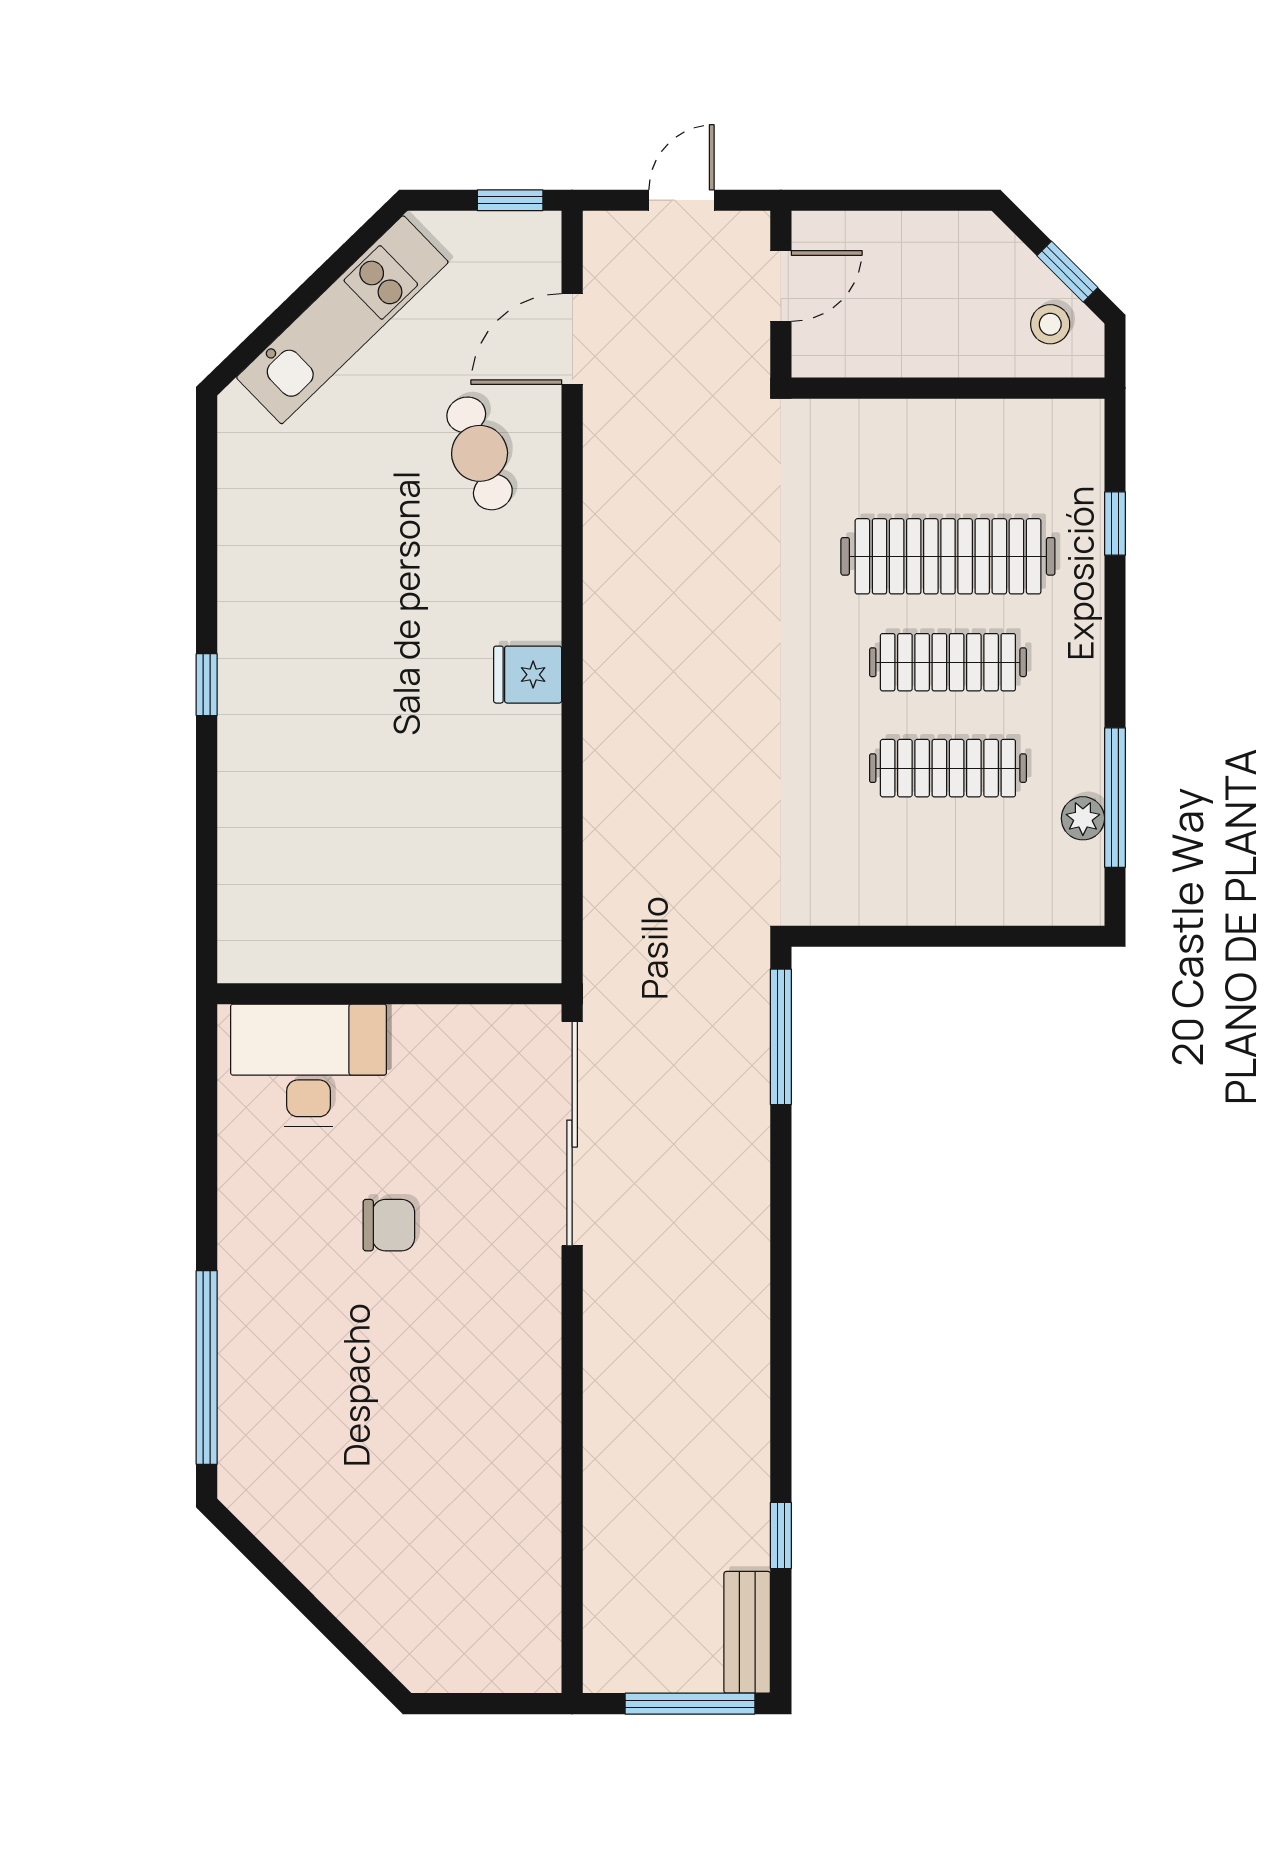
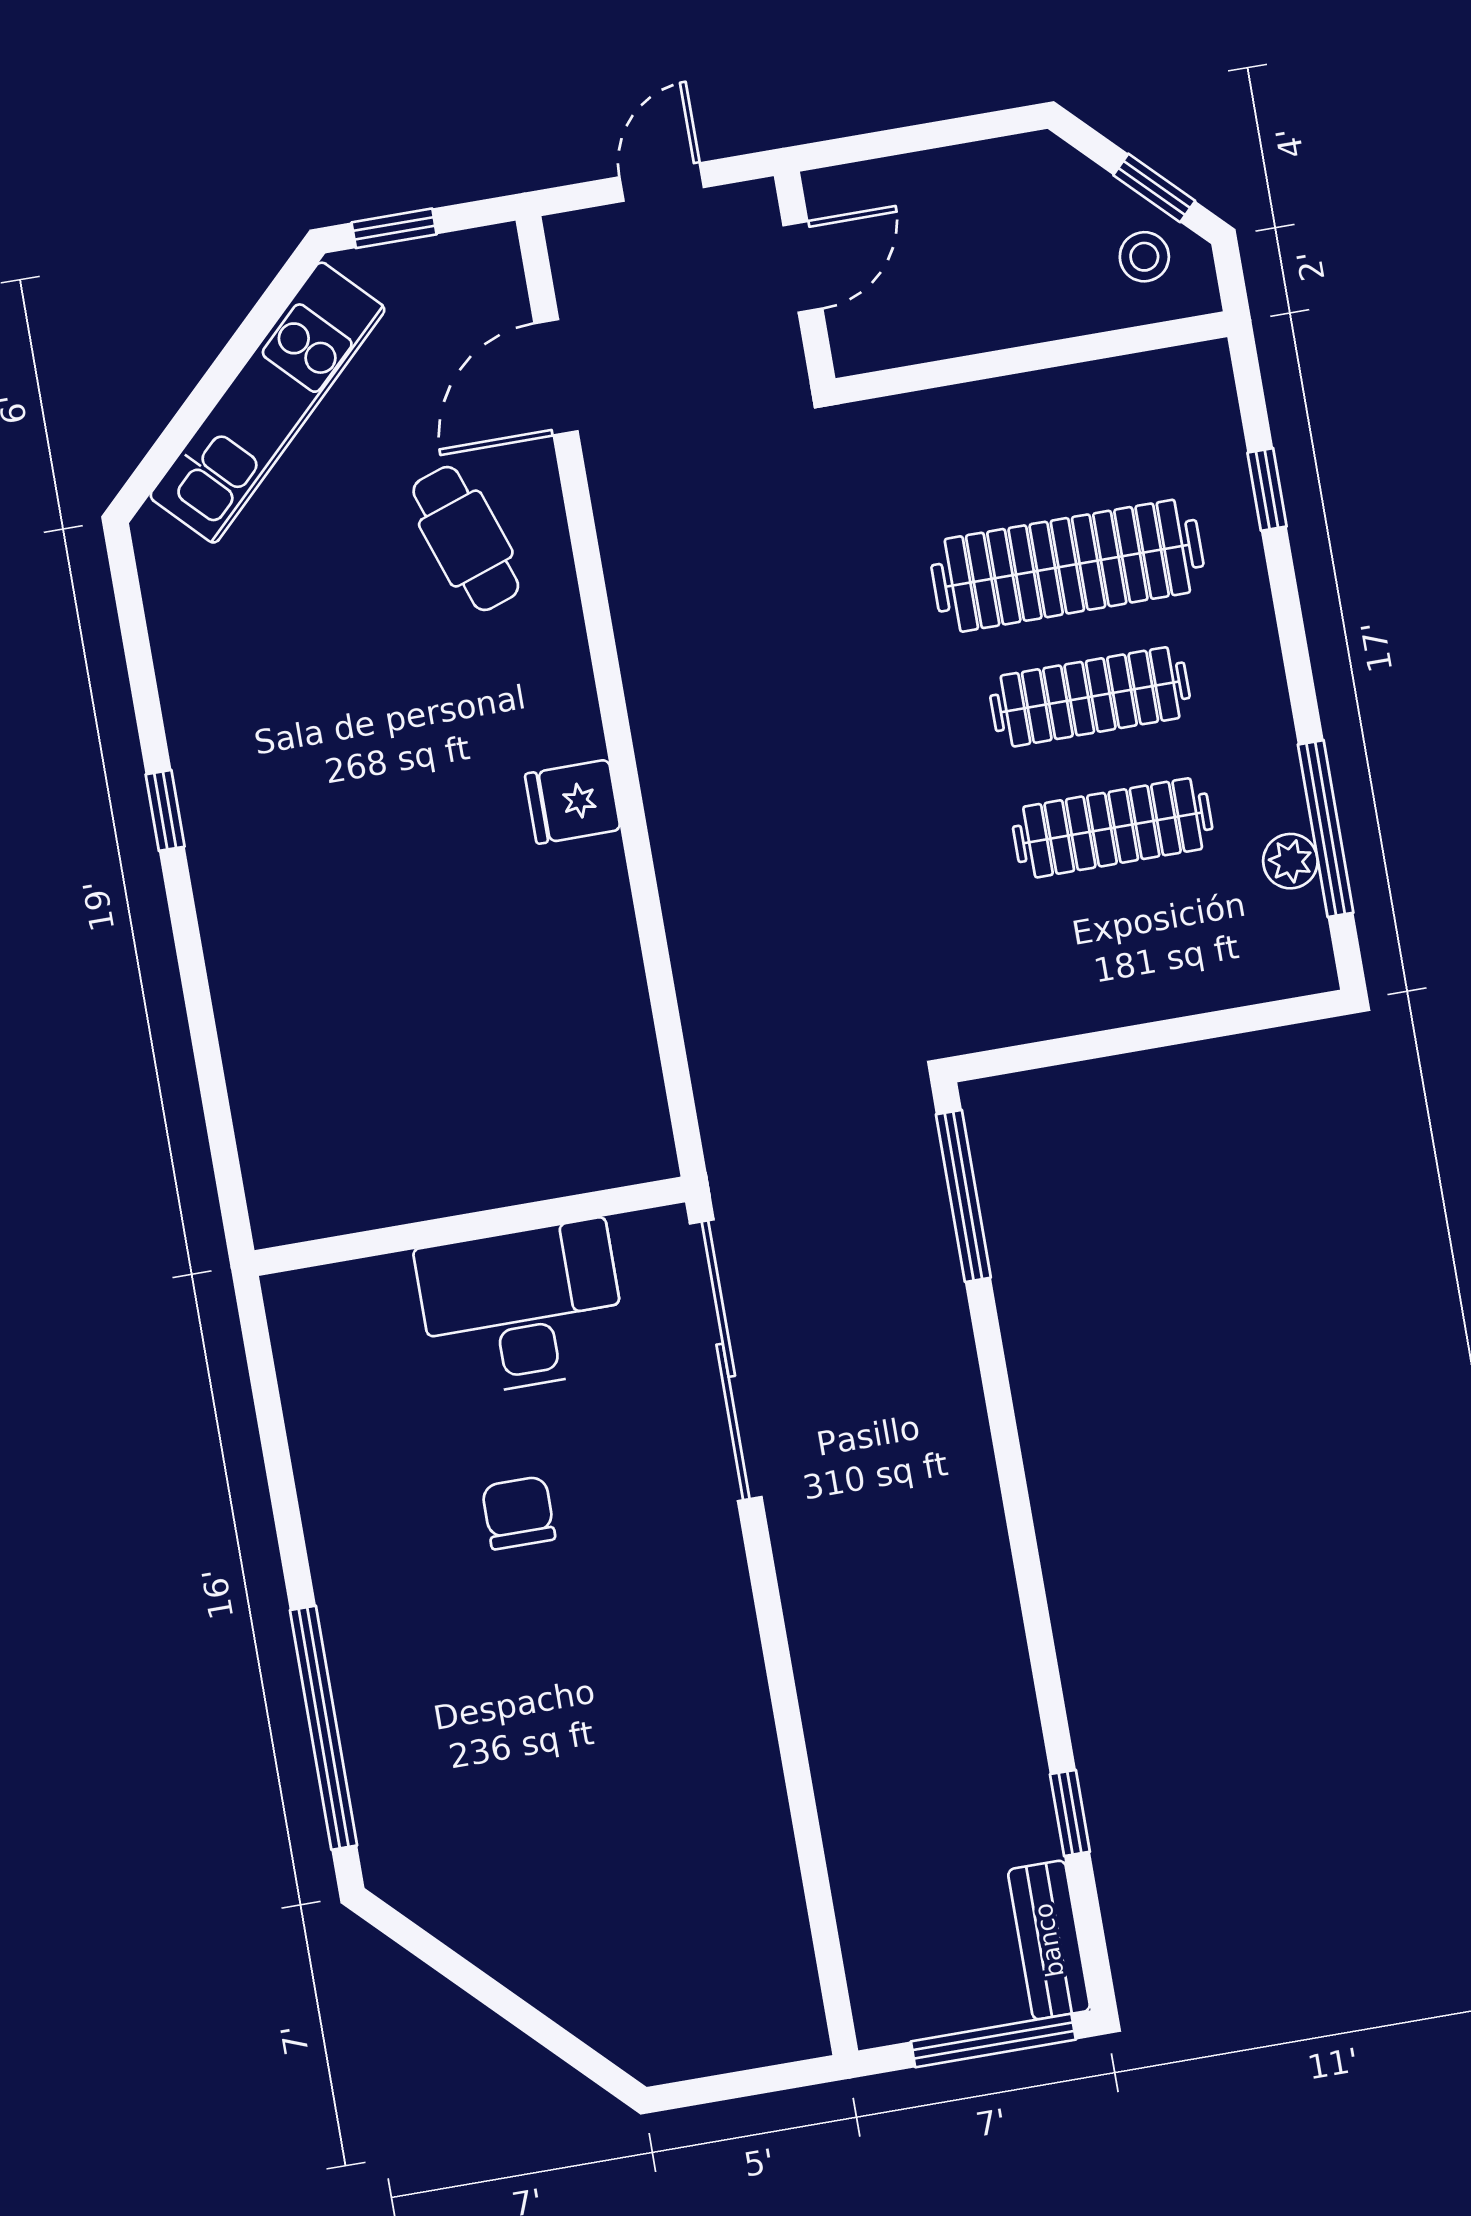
window: (510, 200) -> (394, 228), moved
window: (207, 685) -> (165, 810), moved
desk: (309, 1065) -> (522, 1309), moved
chair: (389, 1225) -> (519, 1513), turned -90

